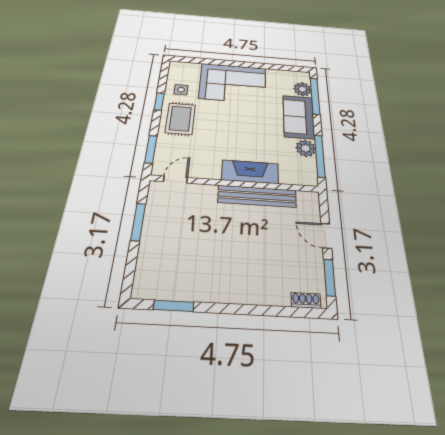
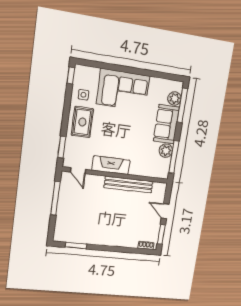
window: (159, 101) -> (71, 75), moved
fireplace: (250, 172) -> (111, 165), moved
door: (175, 180) -> (78, 171), swing flipped
window: (138, 222) -> (55, 198), width x1.44

